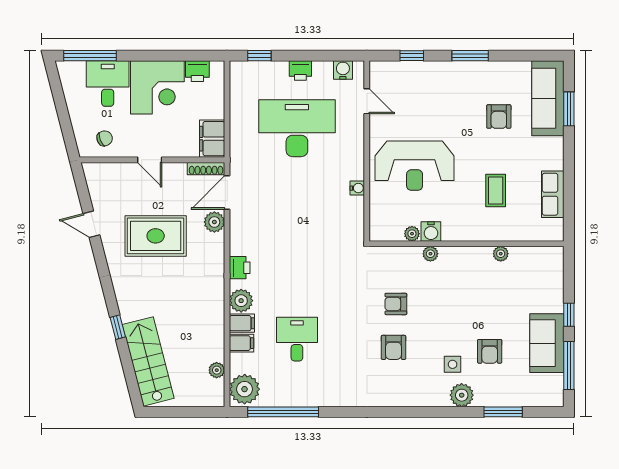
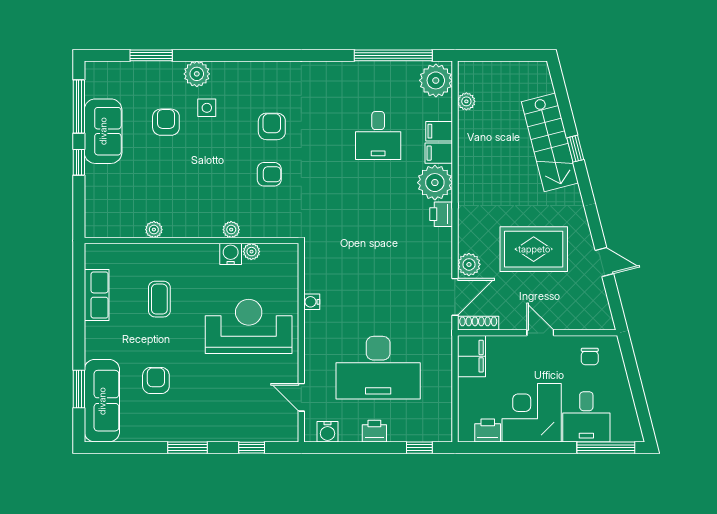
chair: (105, 138) -> (590, 357), turned -69
plant: (241, 301) -> (435, 183), width x1.36, depth x1.36
stairs: (148, 361) -> (550, 142), moved

